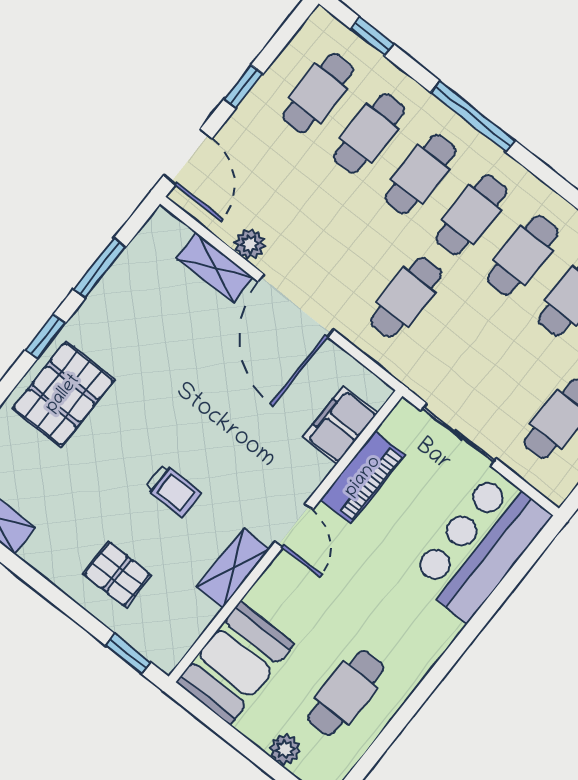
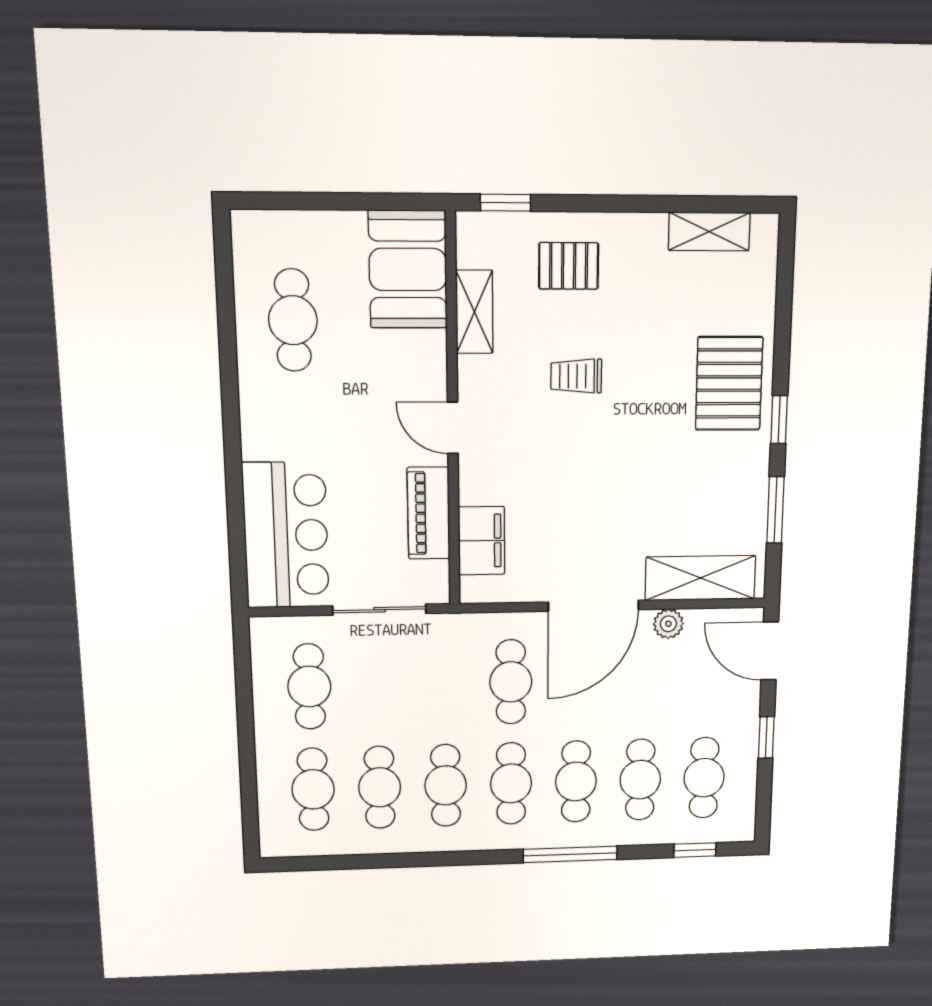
shelving: (215, 268) -> (700, 578), width x1.50, depth x1.33
door: (296, 306) -> (594, 606), swing flipped
shelving: (233, 568) -> (474, 312), moved
plant: (285, 749) -> (303, 227), removed

